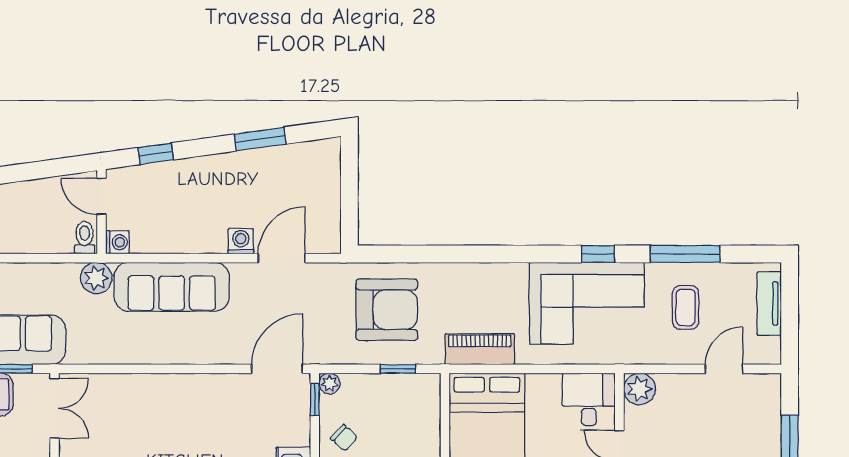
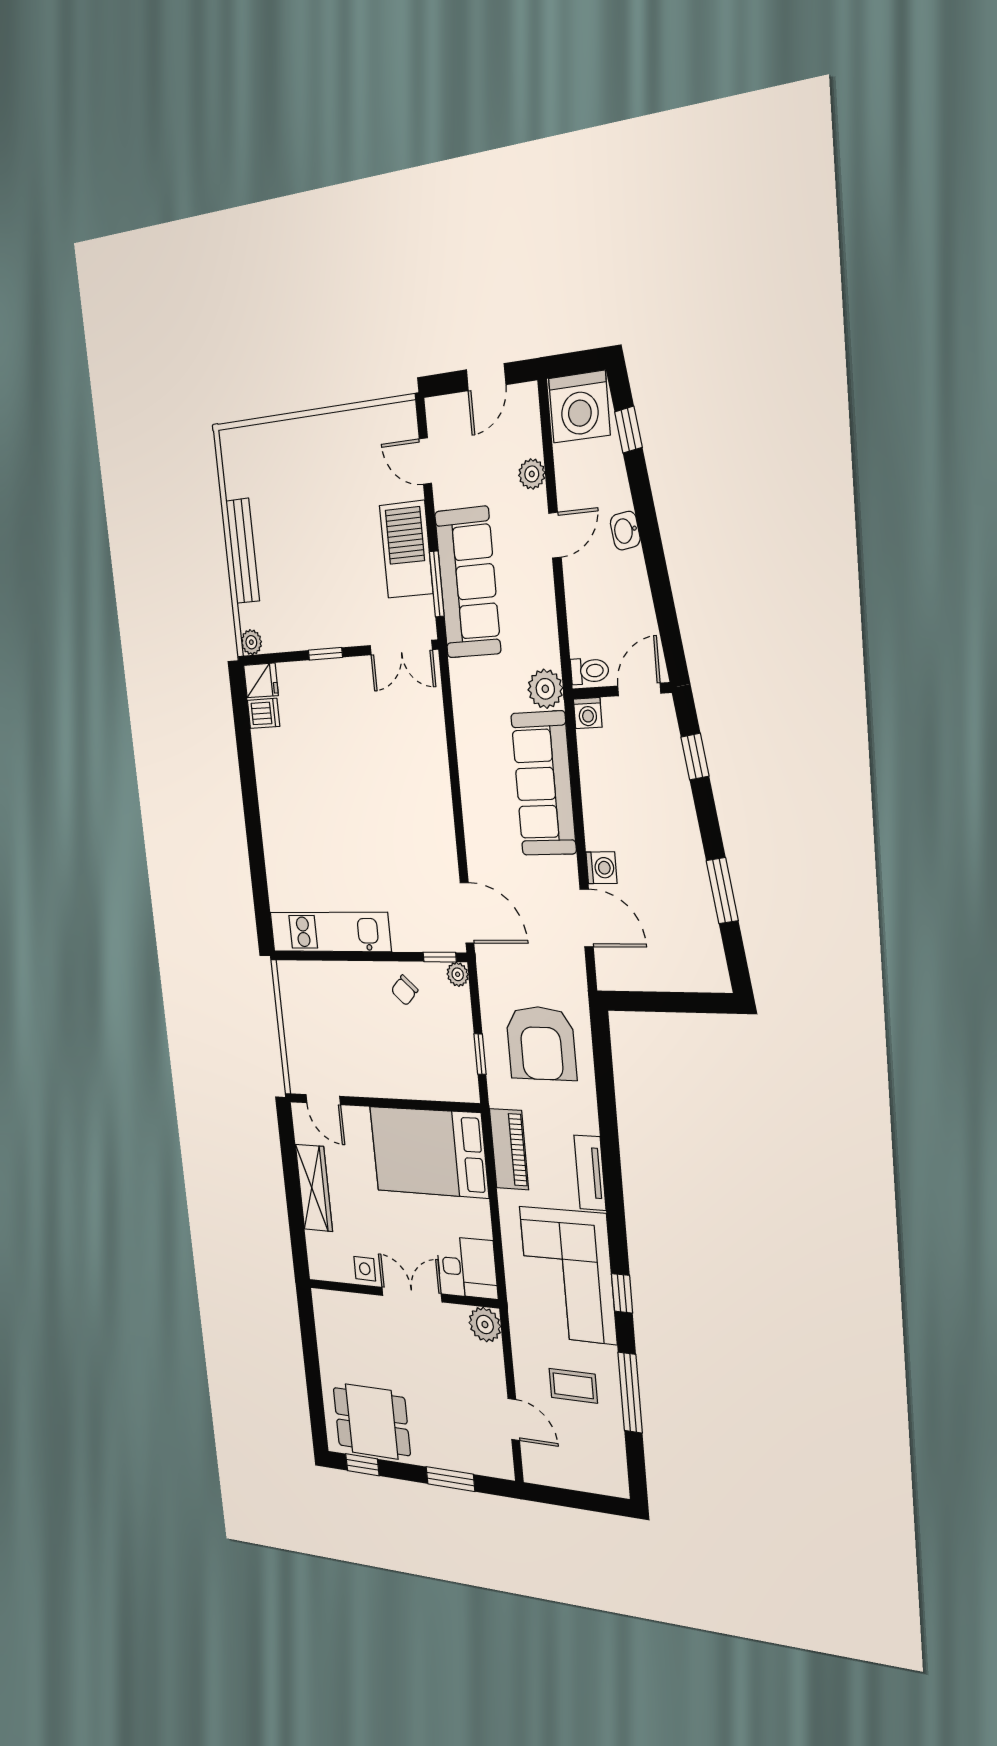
tv unit: (769, 303) -> (590, 1173), moved, turned -90

